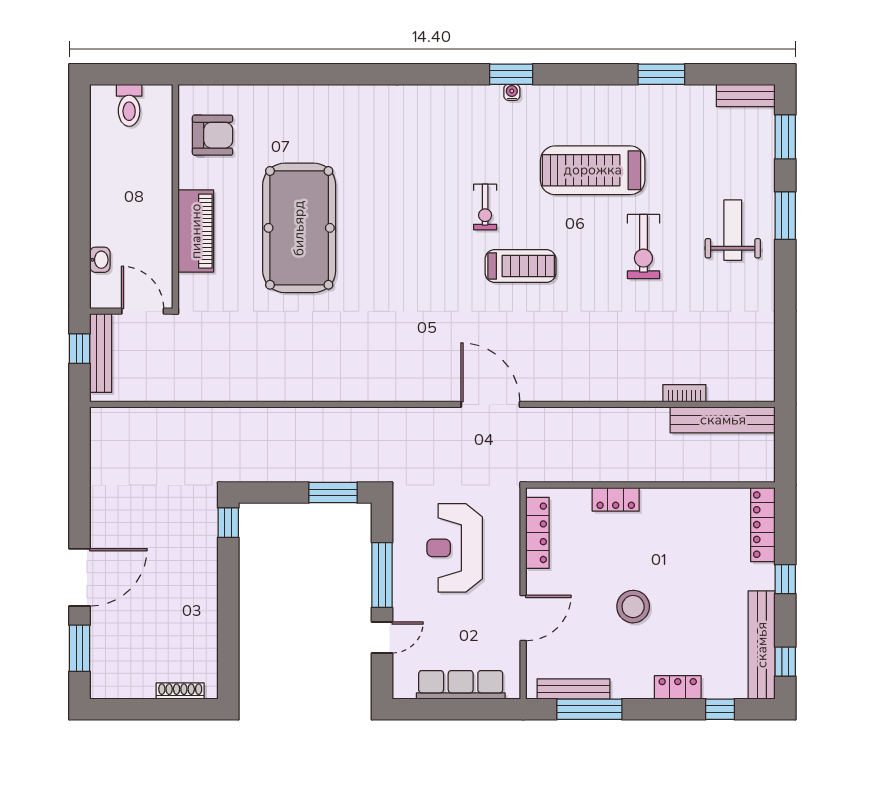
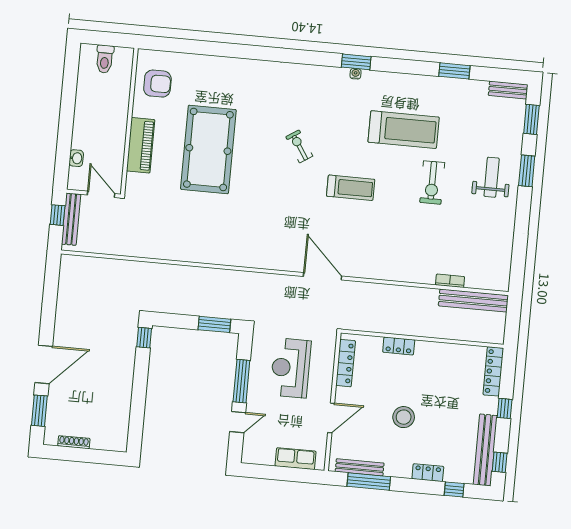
treadmill: (593, 170) -> (404, 130), turned 180
exercise bike: (485, 207) -> (299, 146), moved, turned 147
row of seats: (461, 685) -> (296, 459), width x0.68
shoe rack: (180, 691) -> (74, 442), moved

